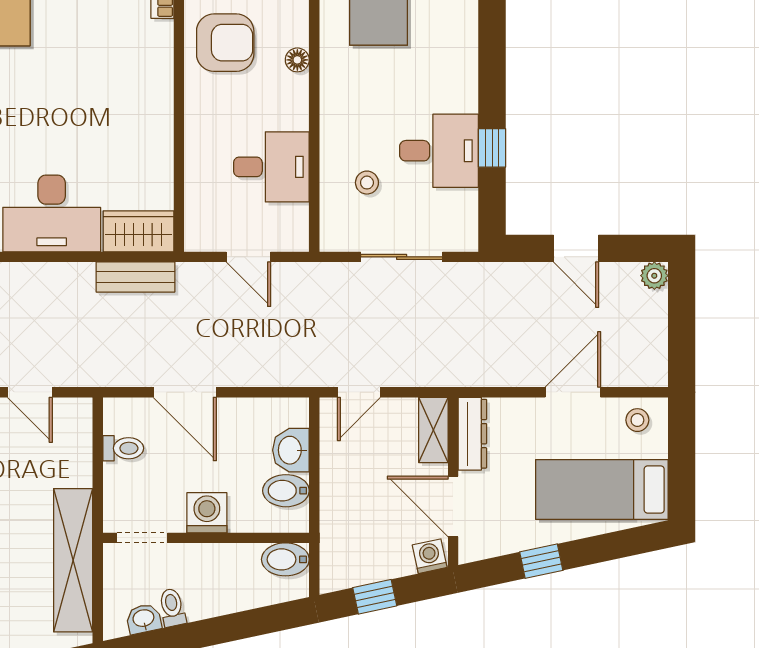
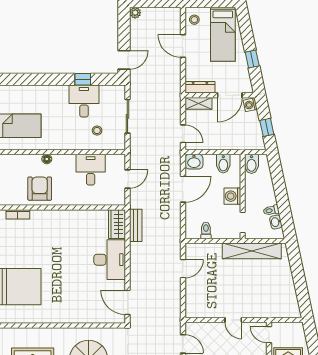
door: (576, 248) -> (124, 60), moved
door: (185, 392) -> (183, 189), moved
washbasin: (291, 450) -> (194, 162), moved

